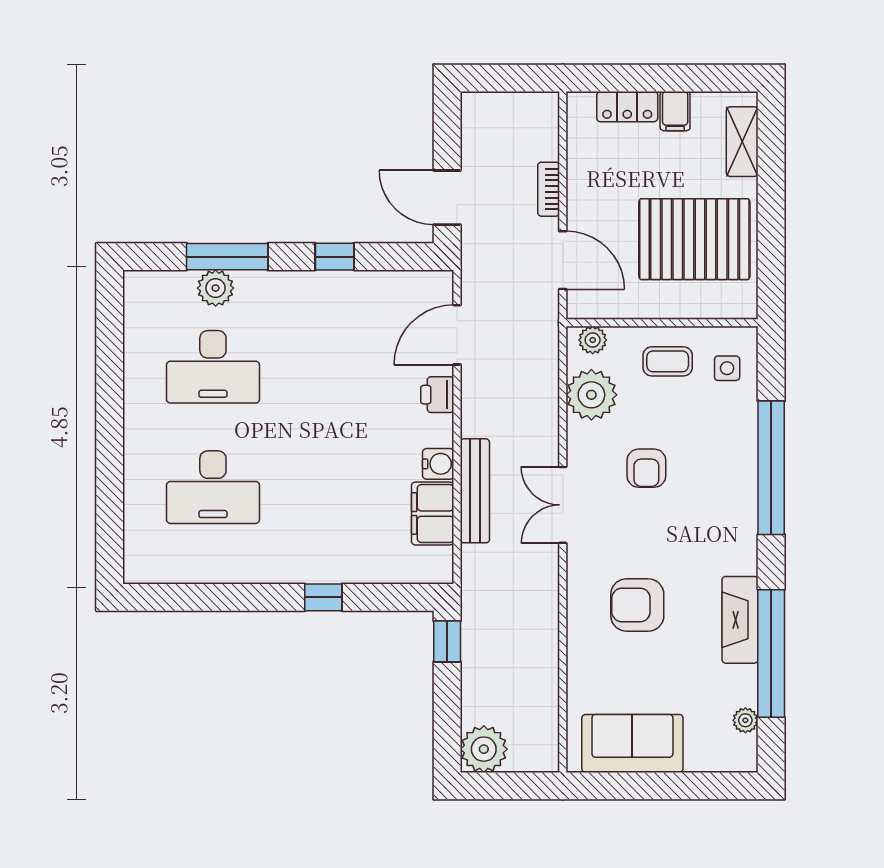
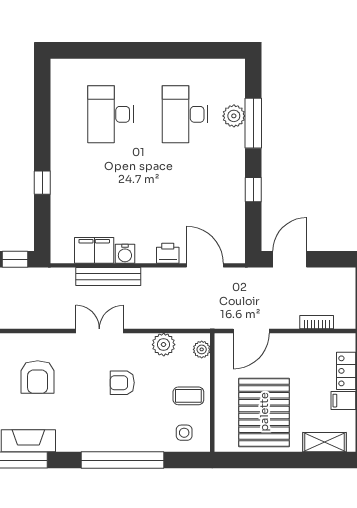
bookcase: (549, 189) -> (317, 322), moved
coffee table: (668, 361) -> (188, 396), turned 90
plant: (591, 395) -> (164, 345), width x0.73, depth x0.73
armchair: (637, 605) -> (38, 377), turned 180

